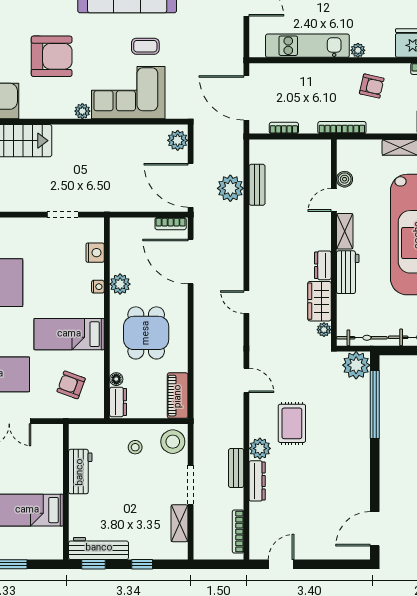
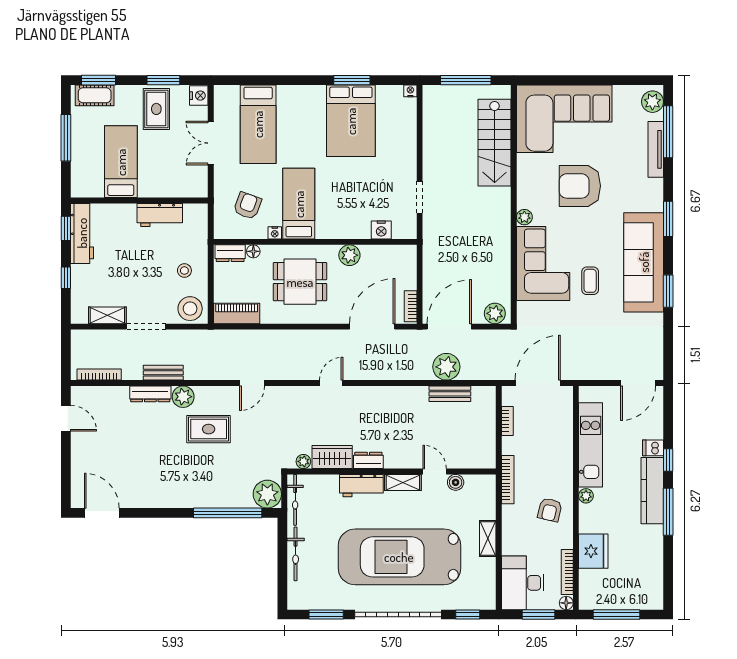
armchair: (52, 56) -> (580, 186), turned 90
nightstand: (98, 287) -> (275, 233), moved

